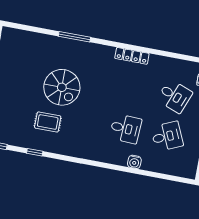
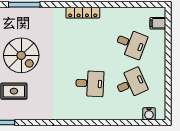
water cooler: (134, 162) -> (149, 114), moved

